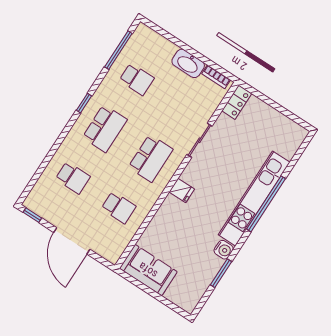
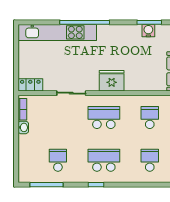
washbasin: (188, 63) -> (23, 127), width x0.52, depth x0.69
fridge: (182, 190) -> (112, 81), width x1.88, depth x1.34
kitchen unit: (254, 199) -> (57, 32), moved
water cooler: (224, 250) -> (148, 31), moved

